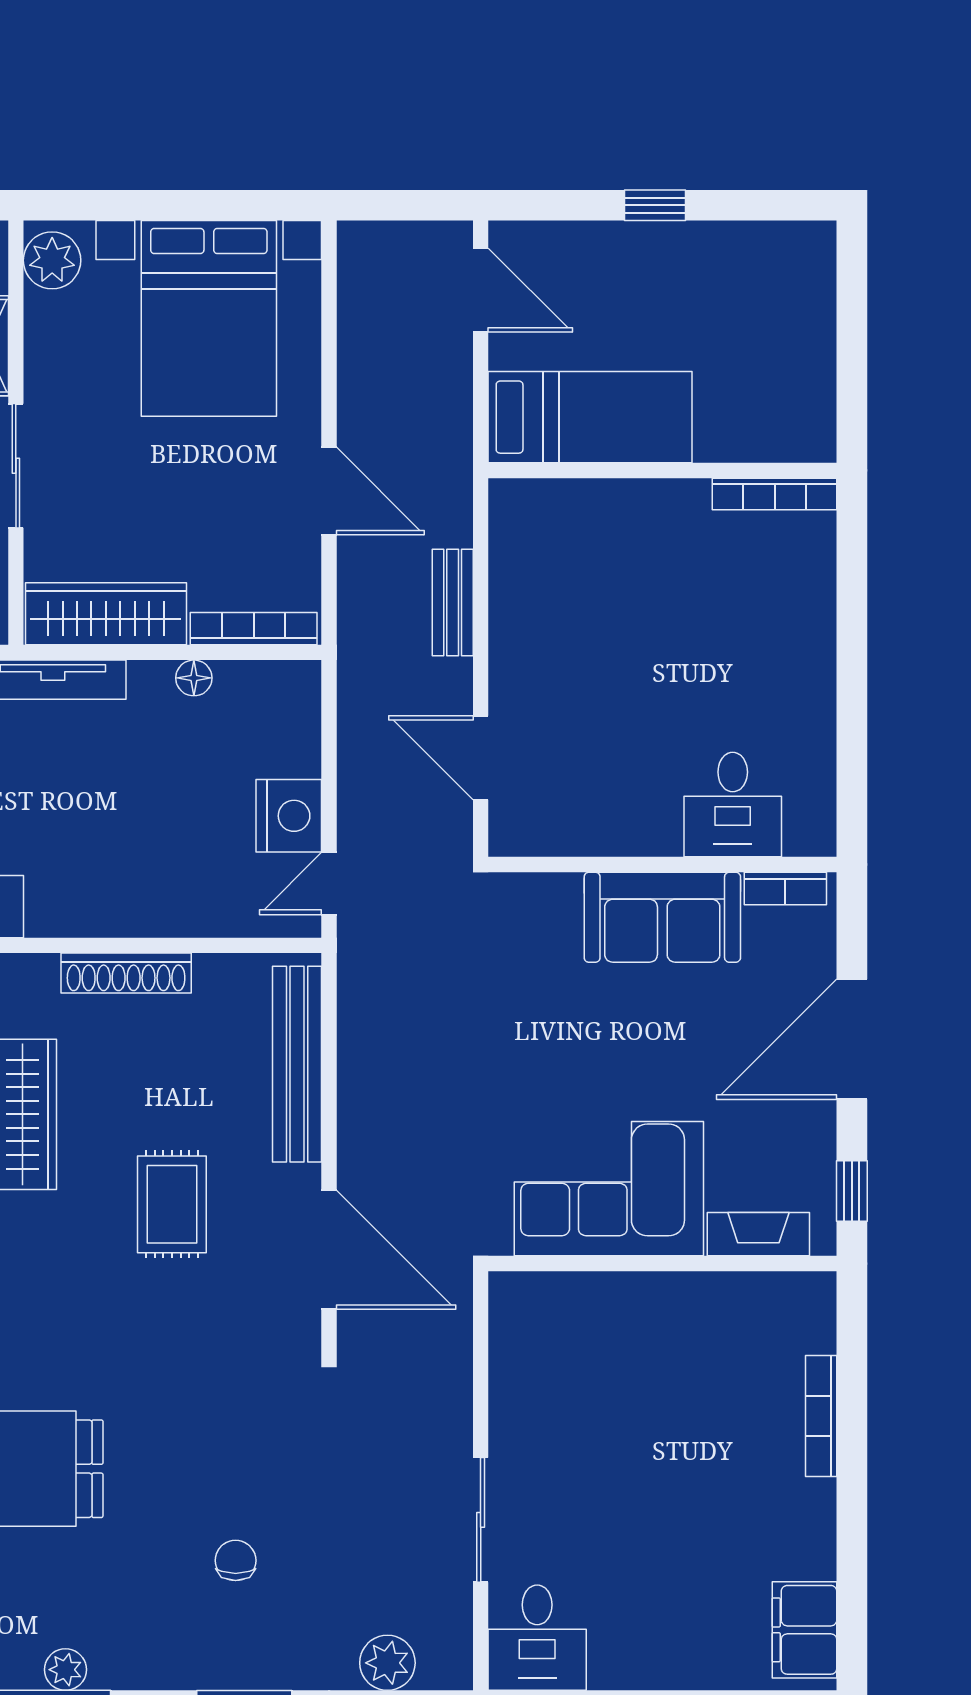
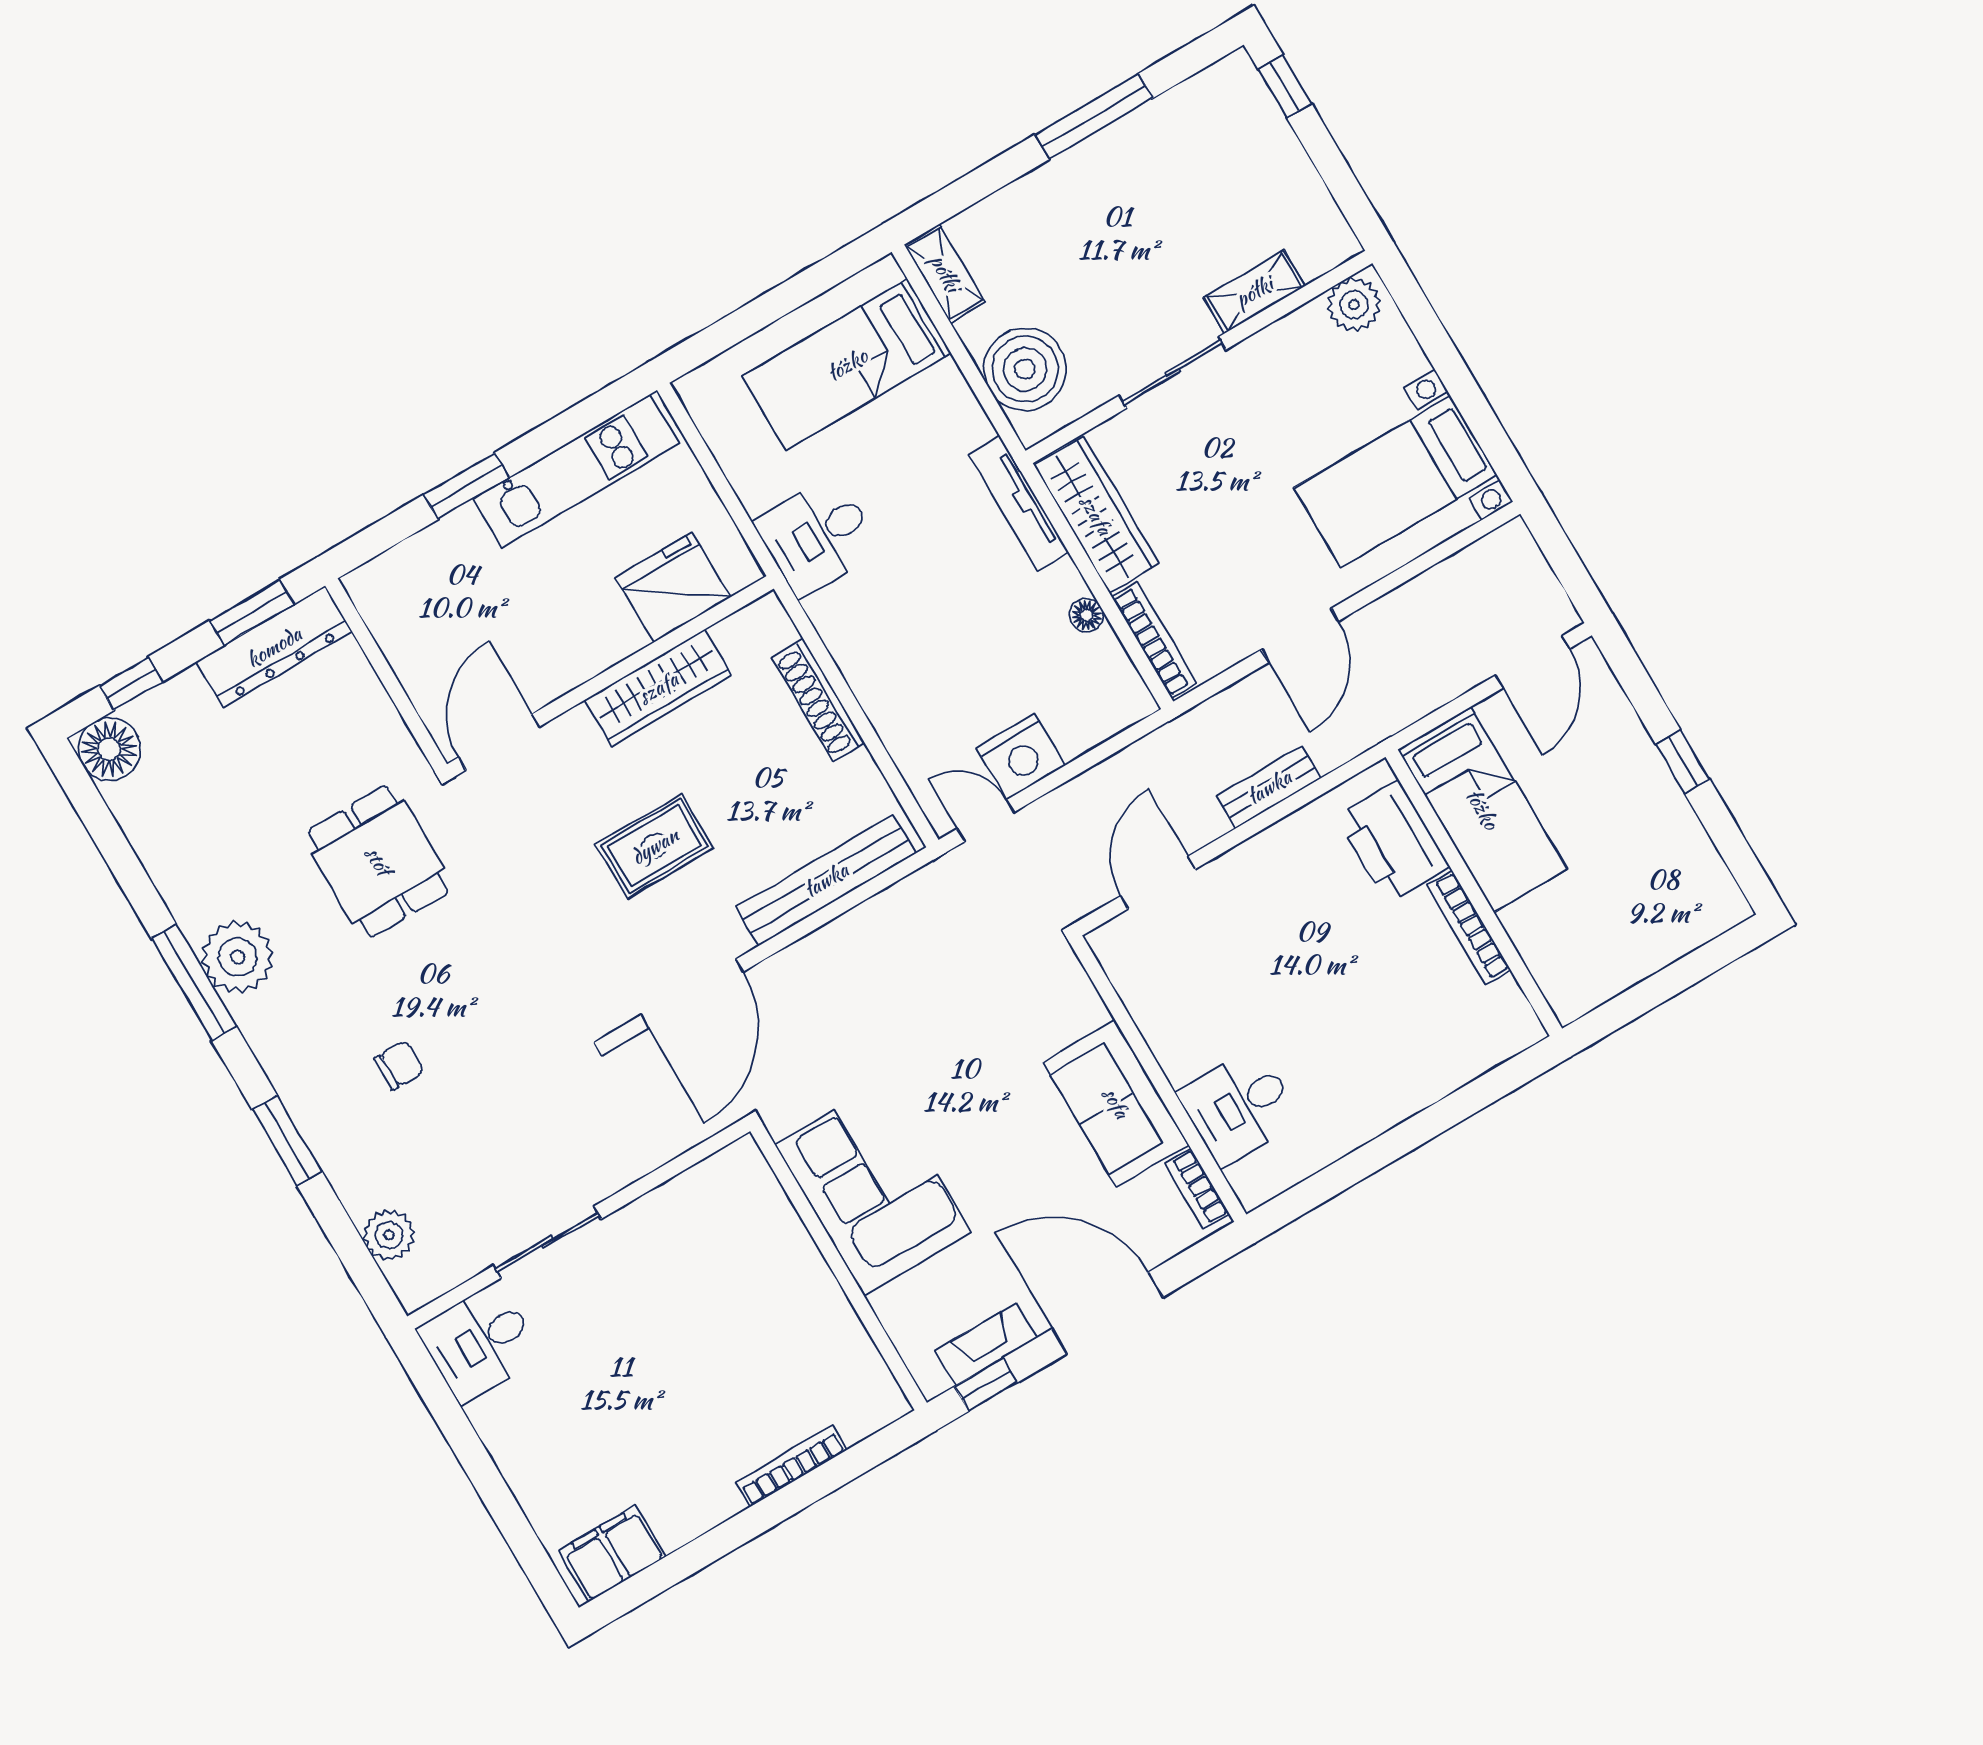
bed with nightstands: (209, 318) -> (1396, 482), width x0.73
bookcase: (775, 494) -> (1469, 928), moved
printer: (571, 517) -> (1393, 842), added
fireplace: (758, 1234) -> (986, 1345), moved, turned -90
plant: (65, 1670) -> (238, 957), width x1.88, depth x1.88

